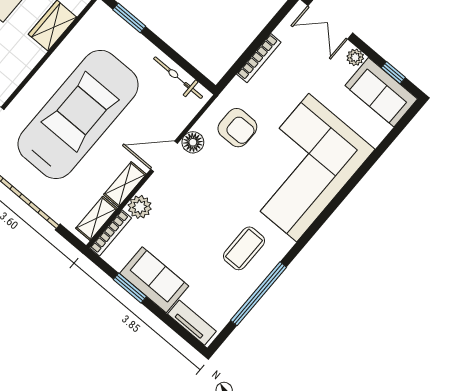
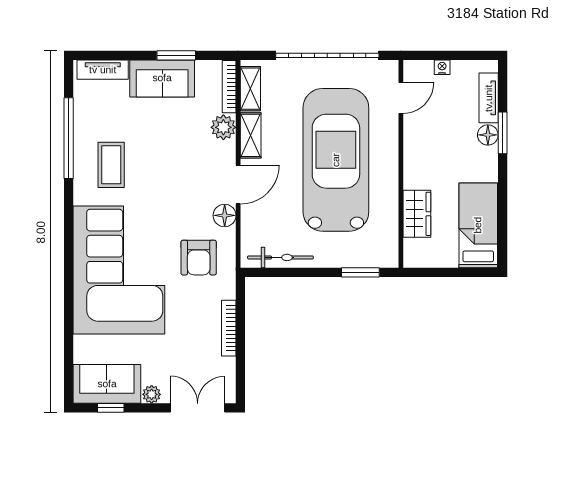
car: (78, 114) -> (336, 160), turned 180
armchair: (237, 128) -> (199, 258), turned -90

